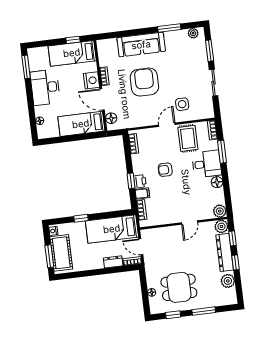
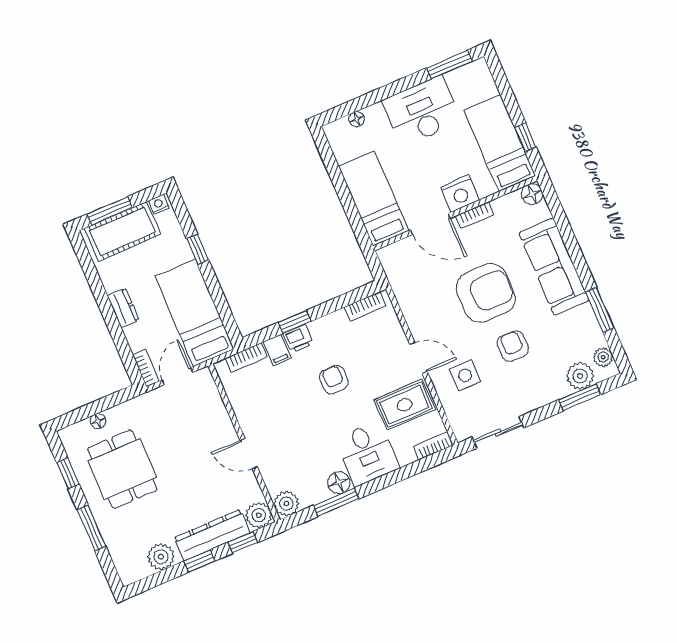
plant: (199, 47) -> (580, 376), added
armchair: (175, 76) -> (513, 346), added
sliding door: (213, 83) -> (498, 433), moved
door: (102, 99) -> (430, 224), swing flipped
floor lamp: (111, 118) -> (532, 194), moved
window: (222, 152) -> (336, 502), moved
dresser: (113, 262) -> (123, 308), moved

